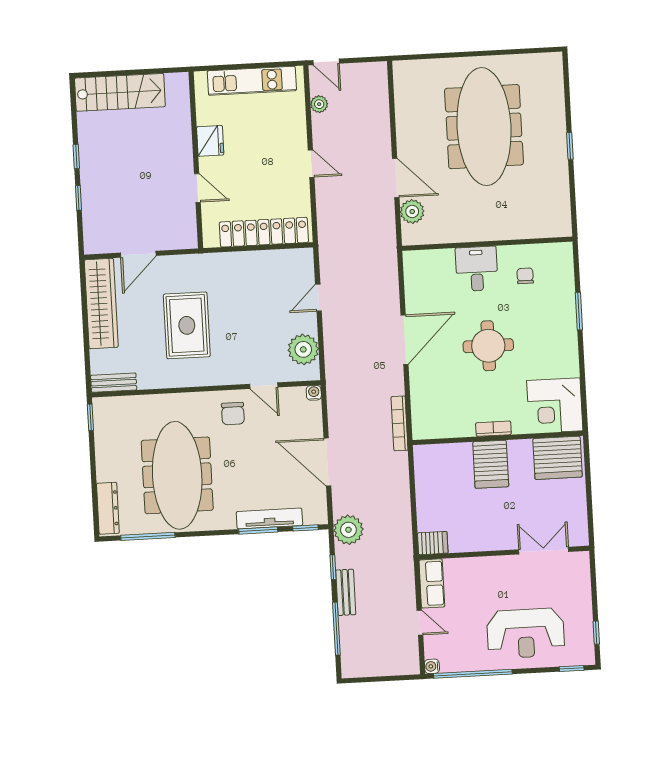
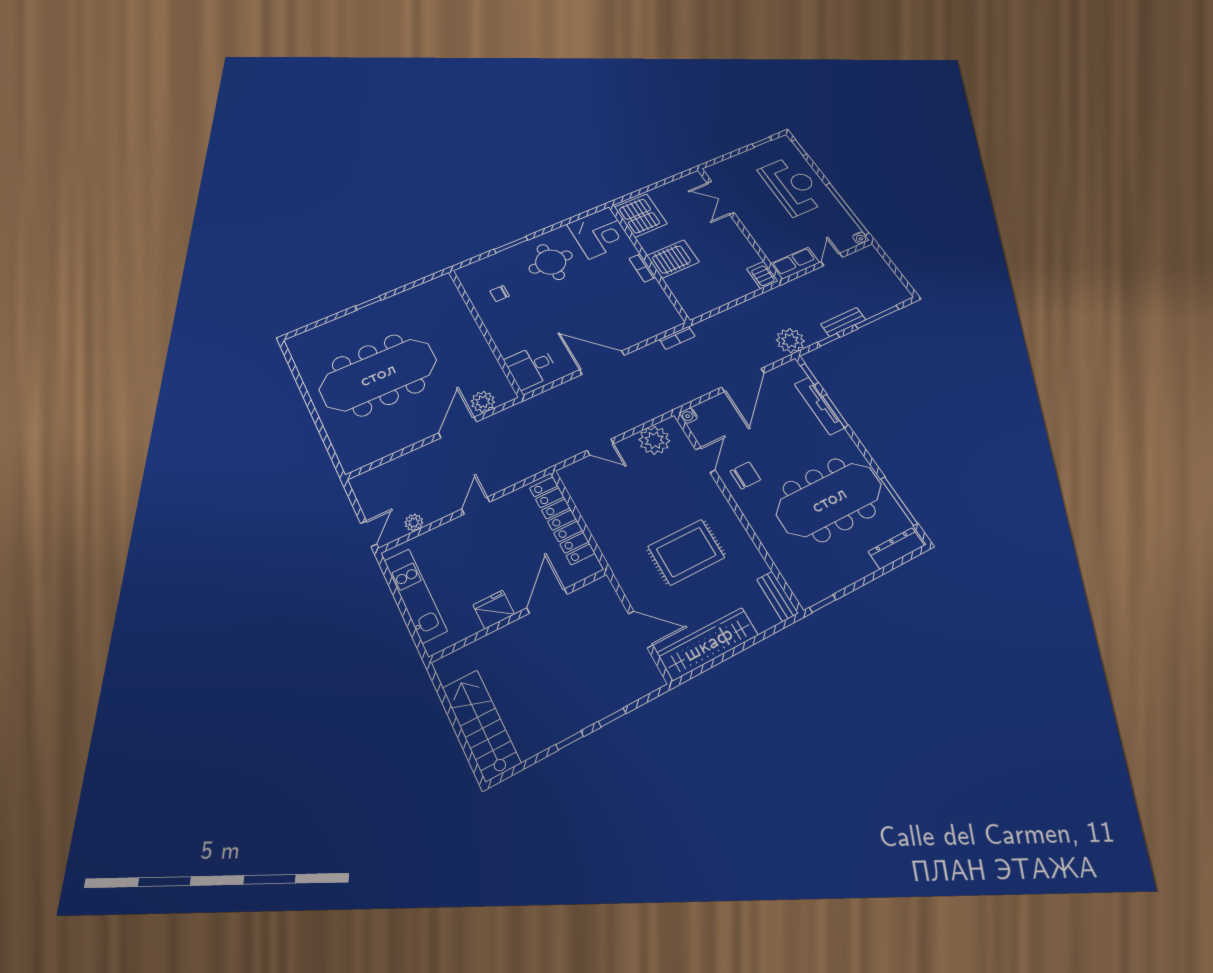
door: (197, 188) -> (547, 601), width x1.38
desk: (477, 269) -> (531, 367), moved
round table: (488, 346) -> (551, 262), moved
bookcase: (400, 423) -> (677, 338), width x0.64

